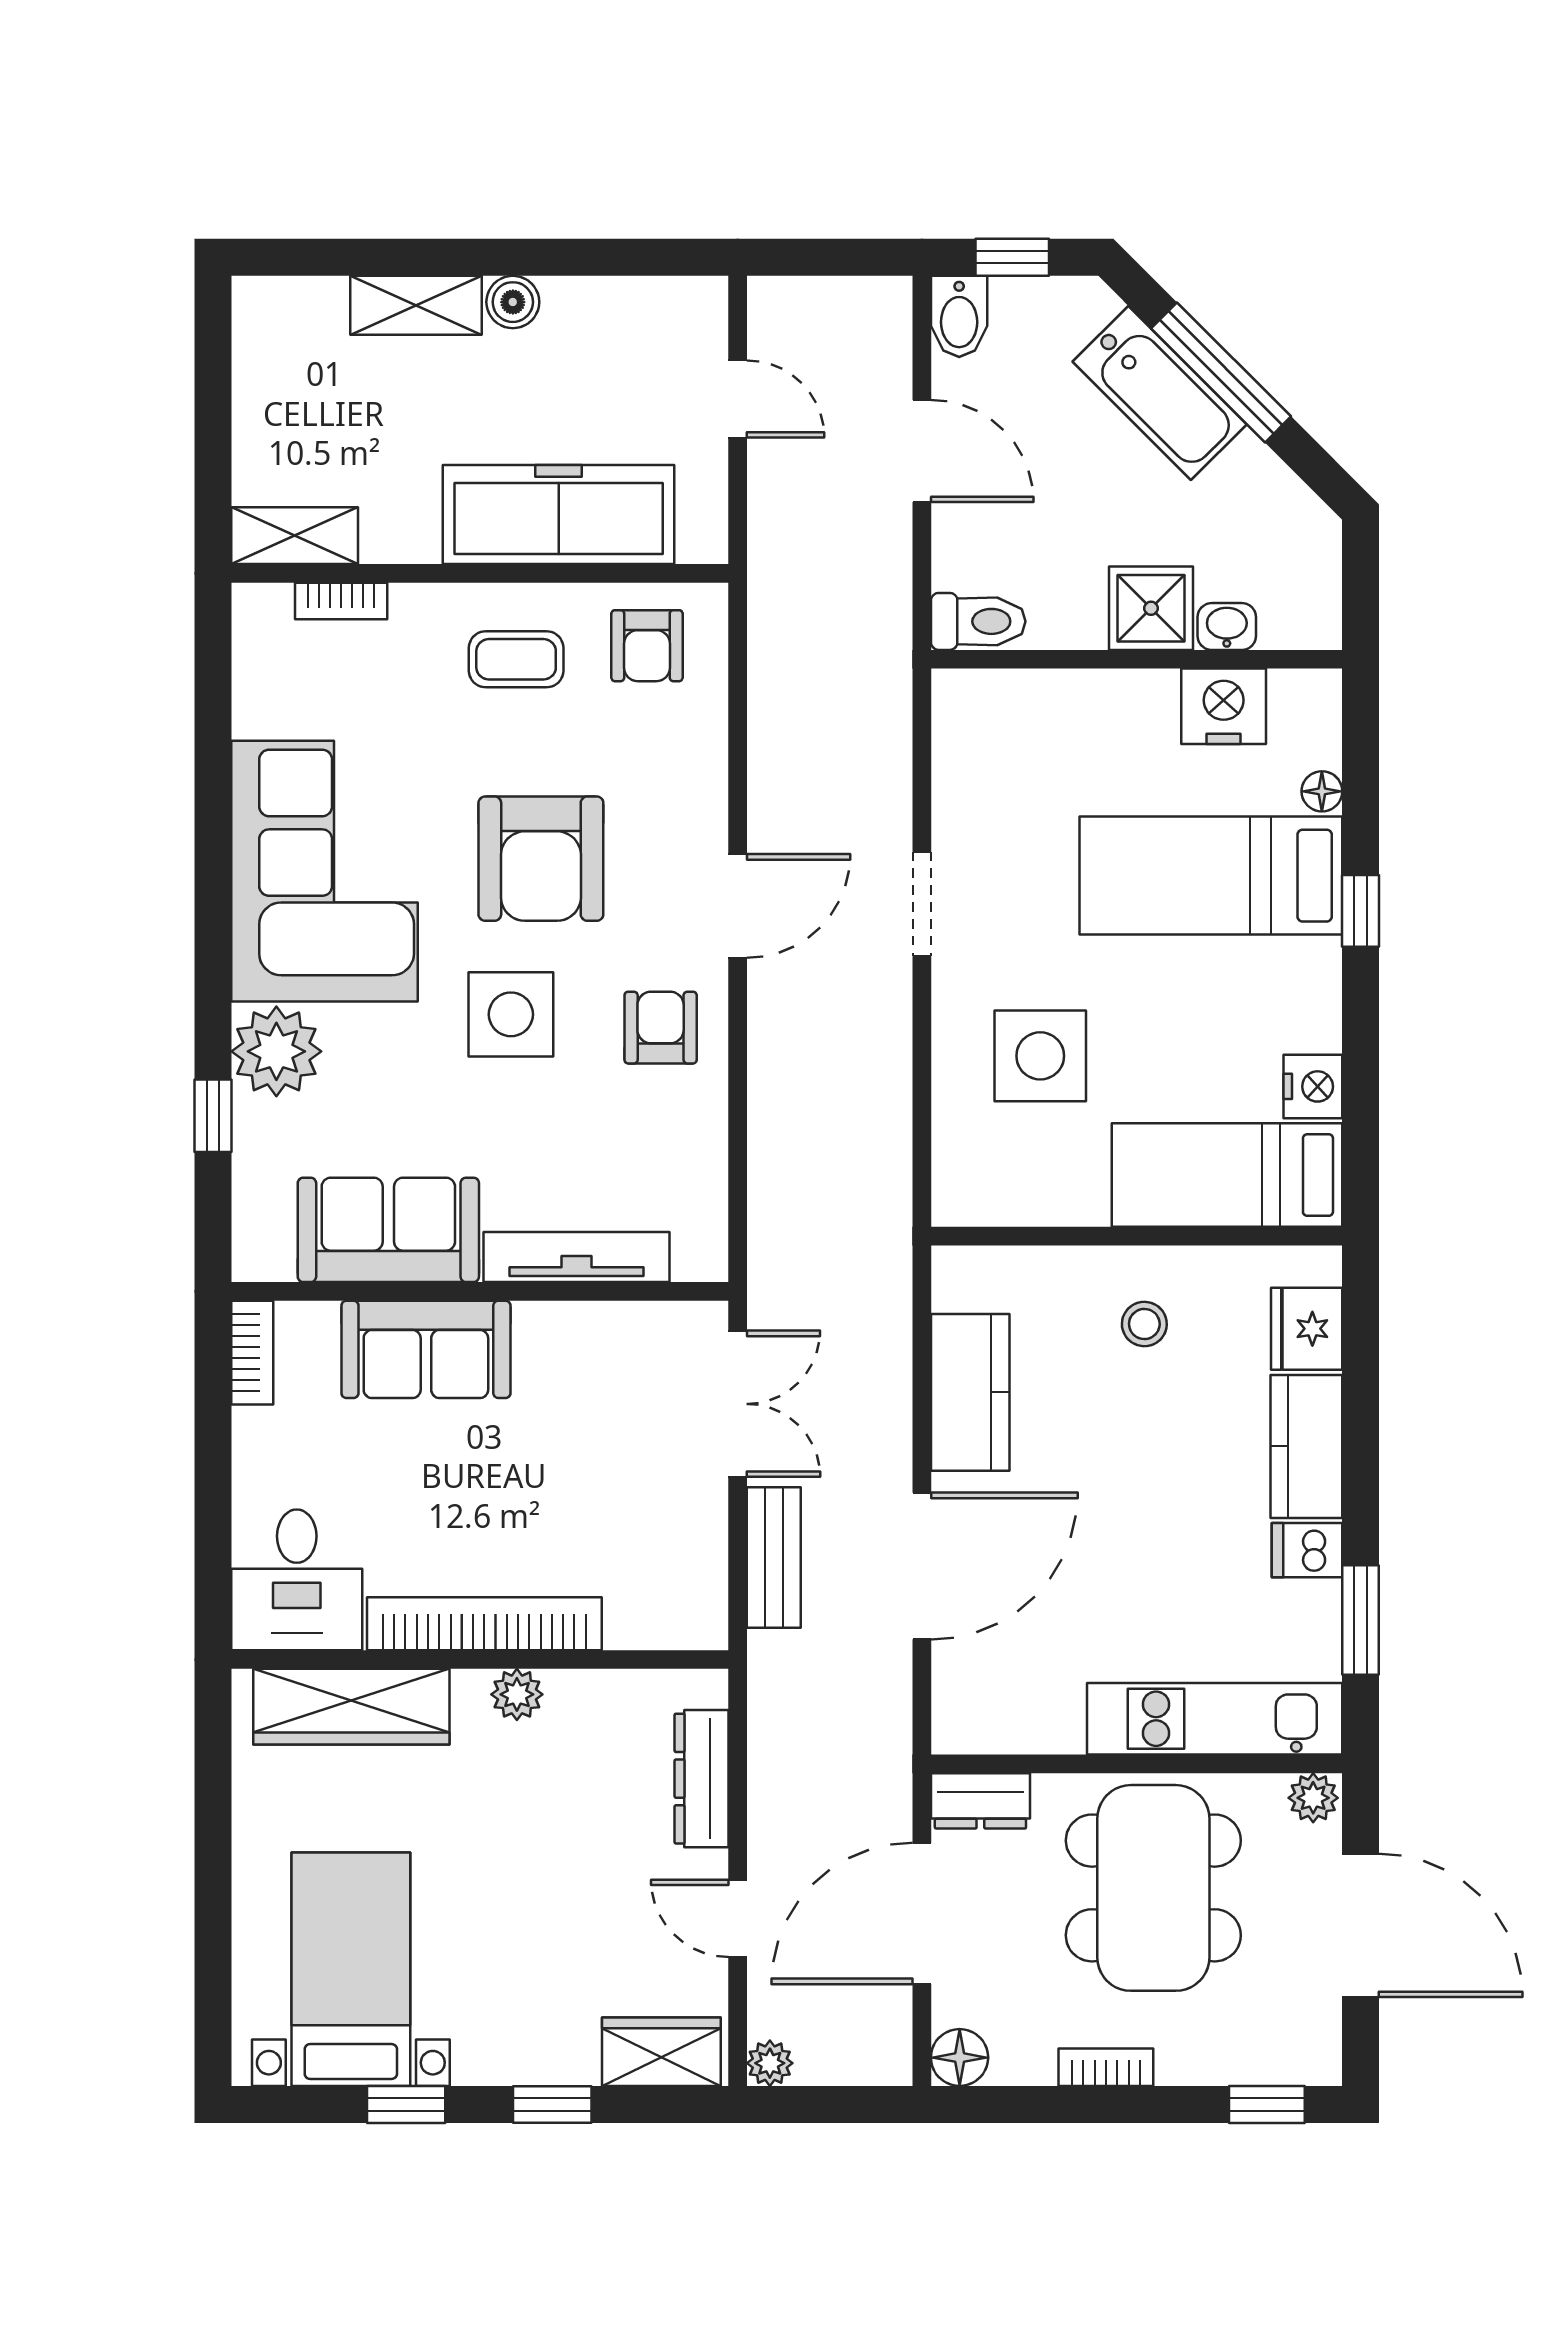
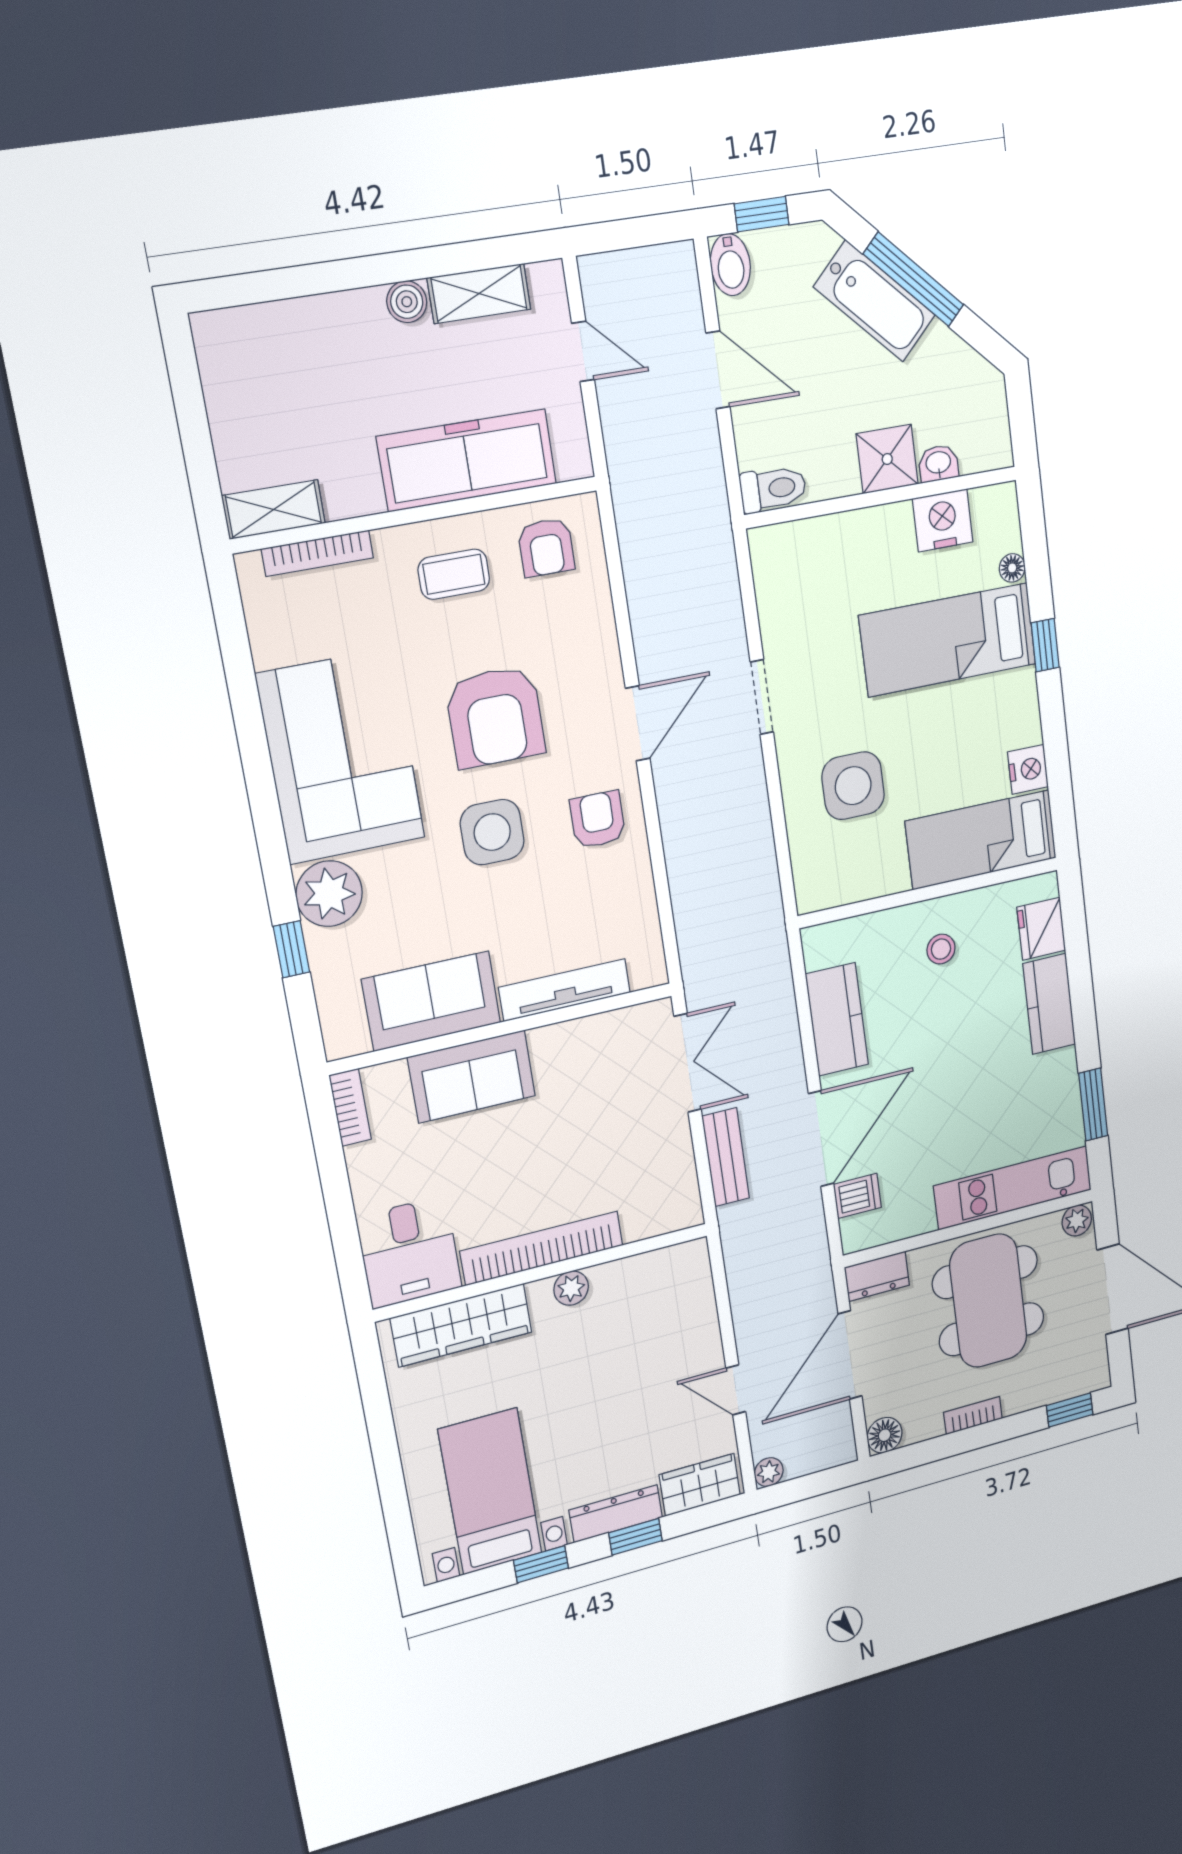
shelving: (416, 305) -> (479, 294), moved
bookcase: (341, 601) -> (318, 553), width x1.56
dishwasher: (1307, 1550) -> (857, 1196), moved, turned 180
dresser: (702, 1779) -> (616, 1514), moved, turned 90

